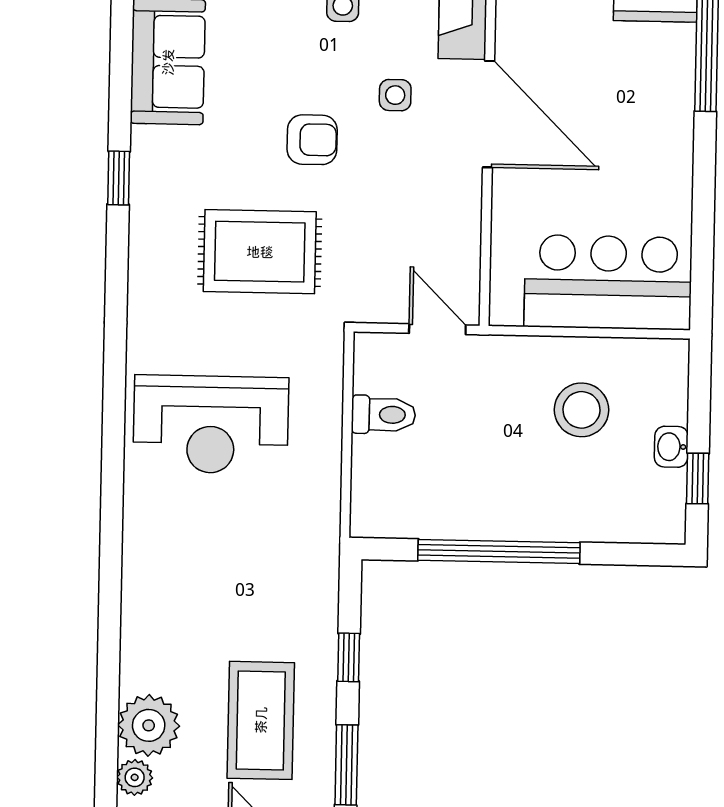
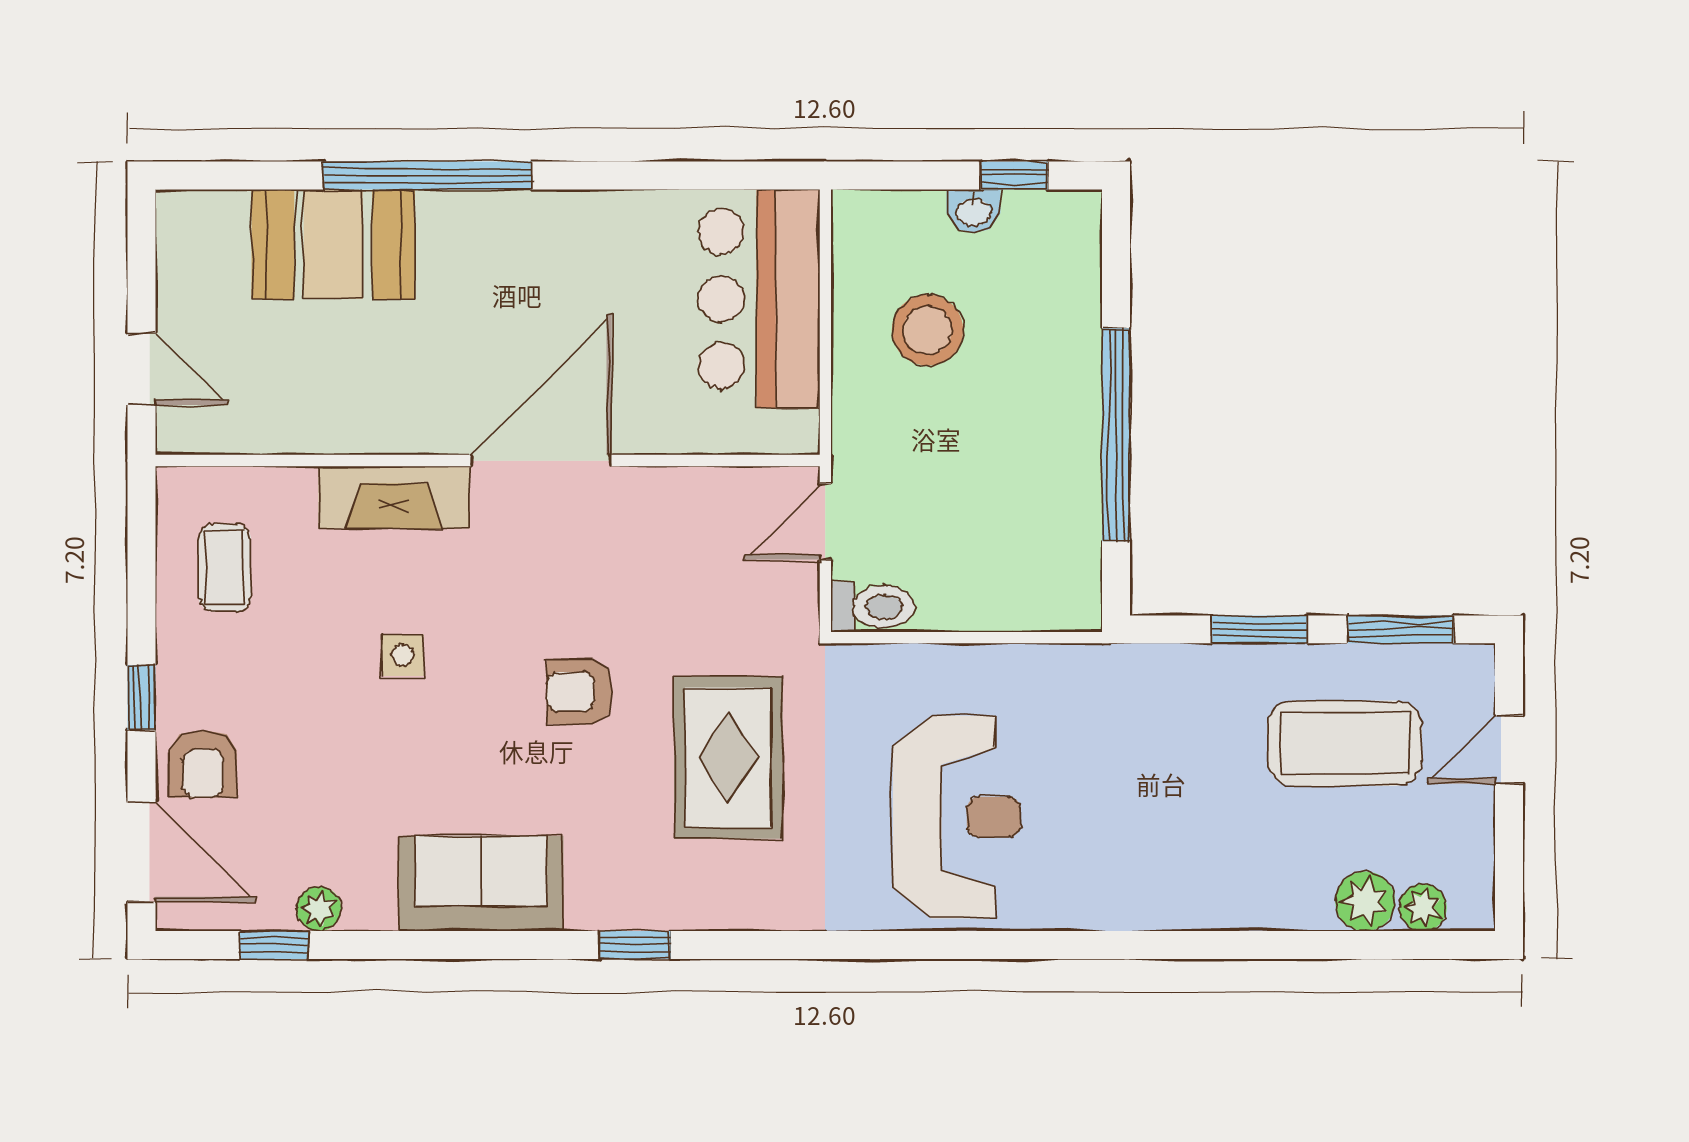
side table: (395, 95) -> (519, 584), removed
armchair: (312, 140) -> (580, 692), turned -90
toilet: (383, 415) -> (873, 607), moved, turned 90
window: (349, 657) -> (1259, 629), width x1.50
plant: (149, 725) -> (1365, 901), width x0.73, depth x0.73

